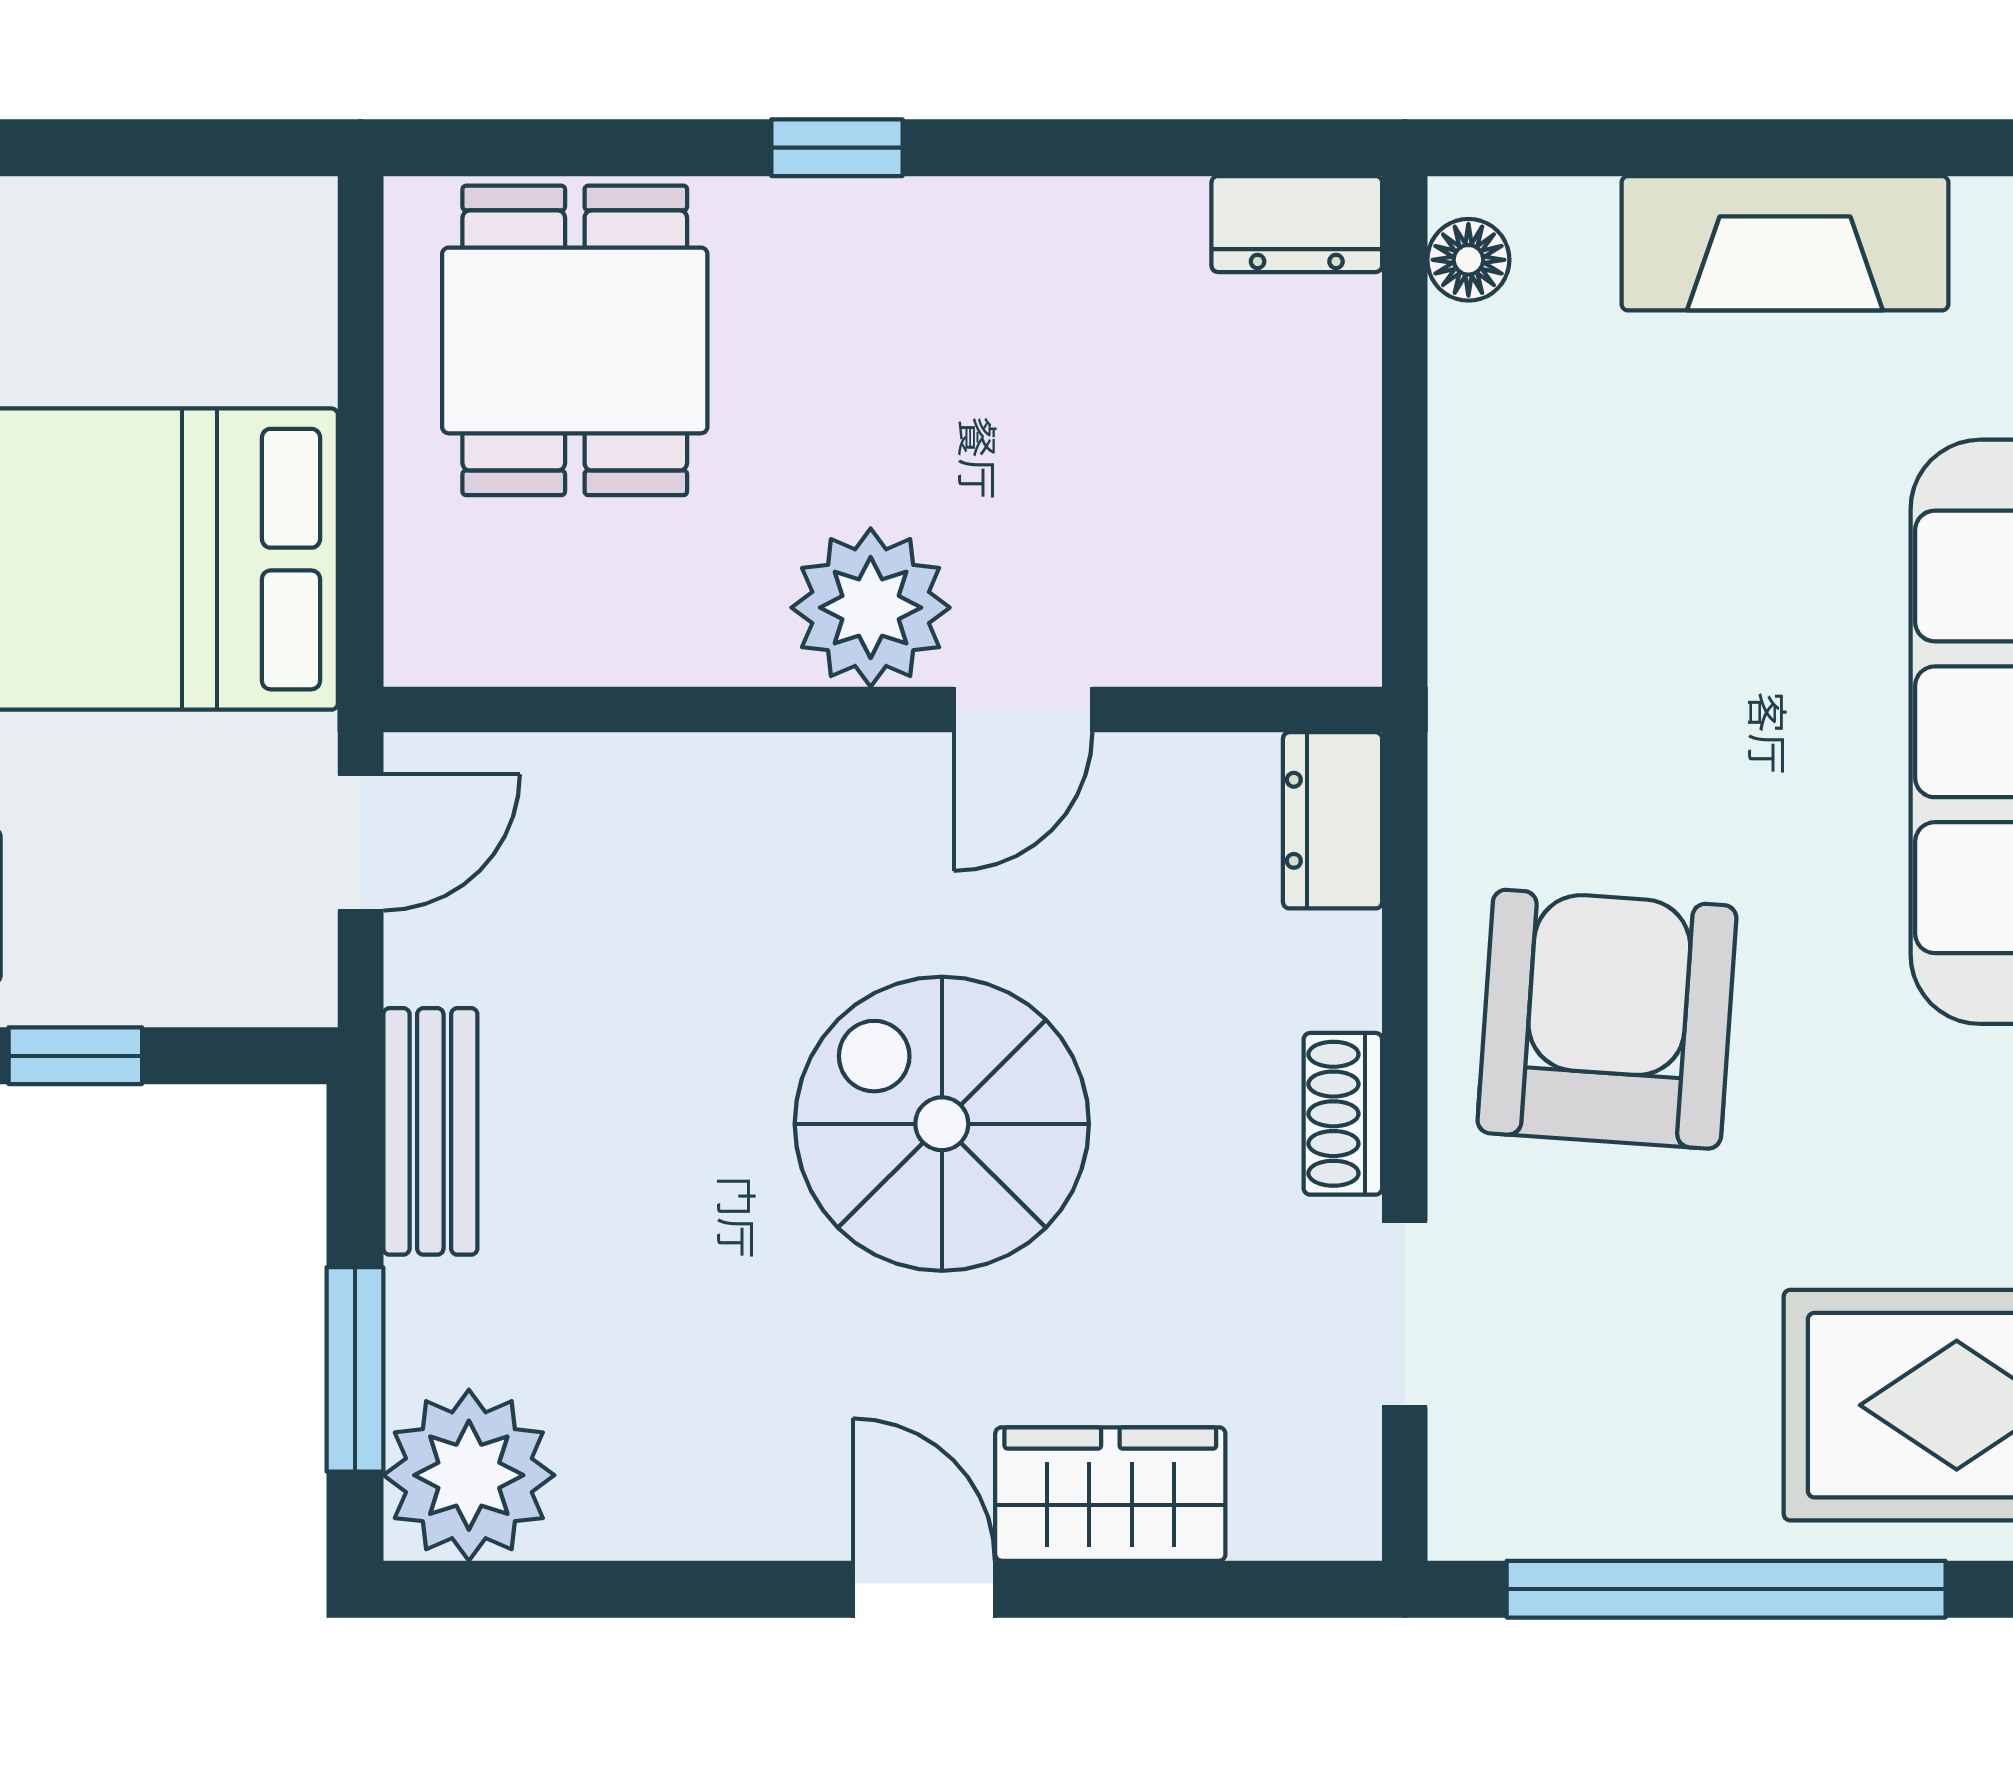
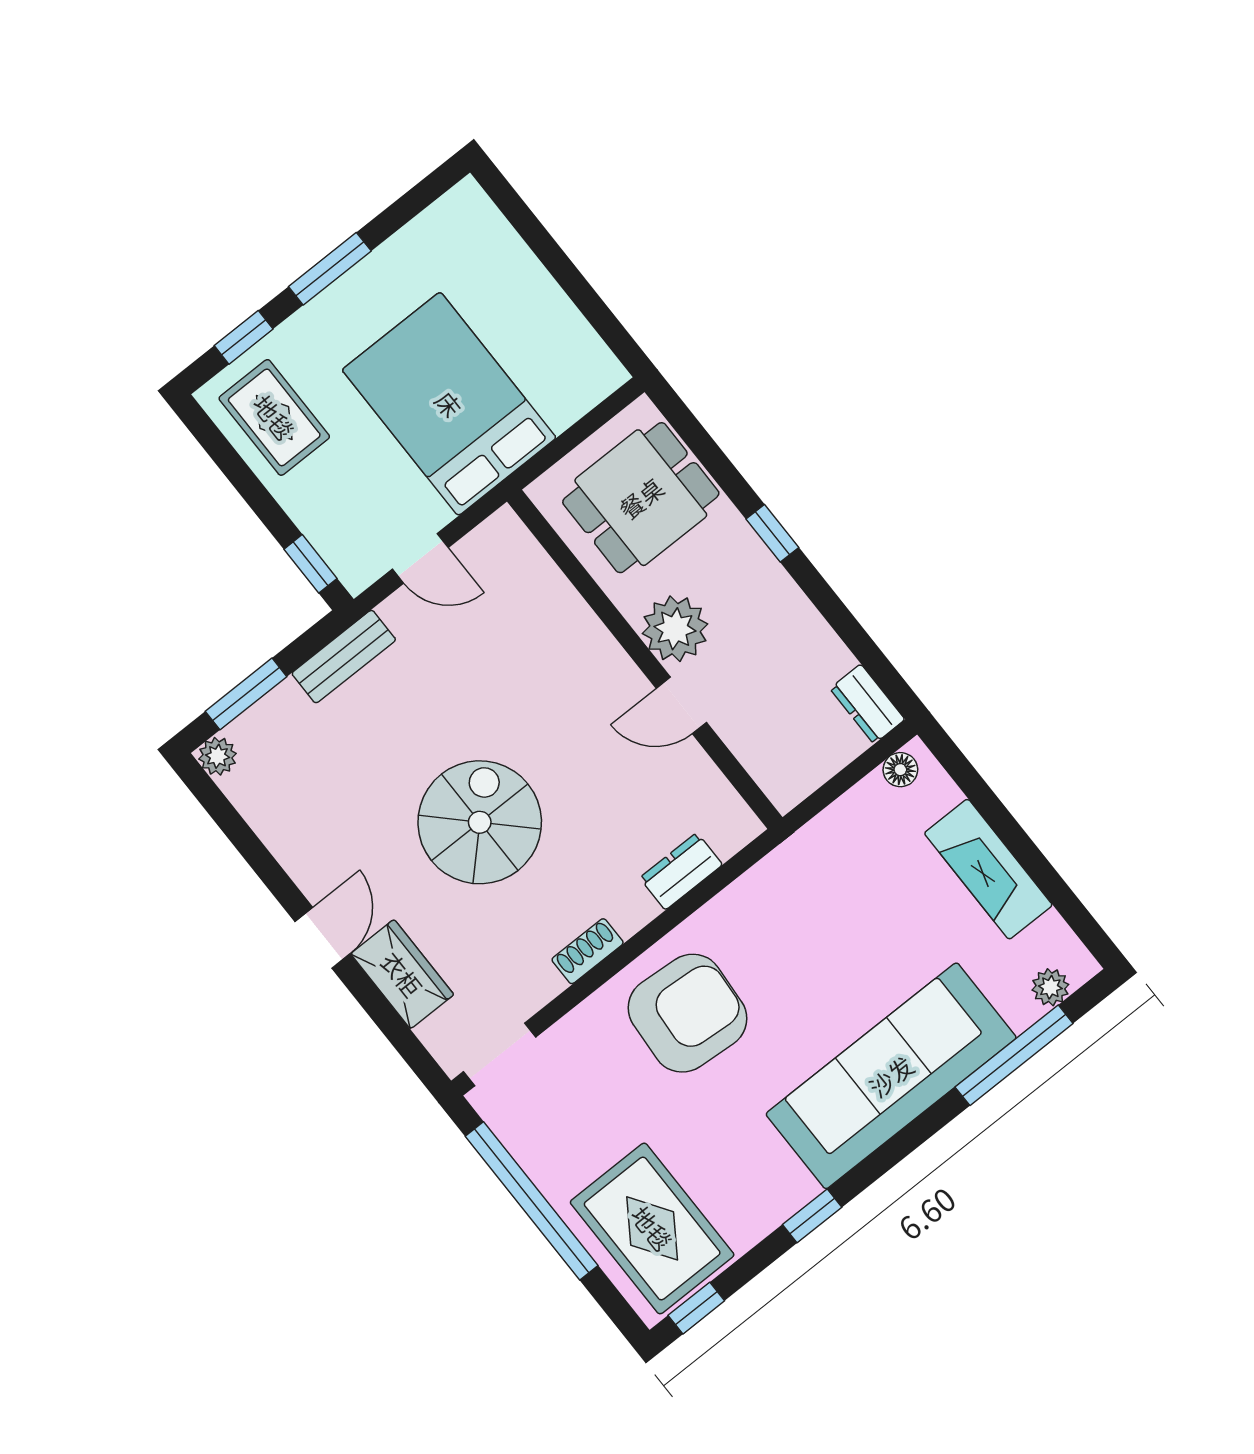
plant: (871, 608) -> (675, 629), moved
wall: (883, 710) -> (645, 659), moved
door: (1023, 710) -> (681, 705), moved
window: (75, 1056) -> (310, 564), moved
doorway: (1405, 1314) -> (500, 1054), moved
plant: (469, 1475) -> (218, 756), width x0.53, depth x0.53

